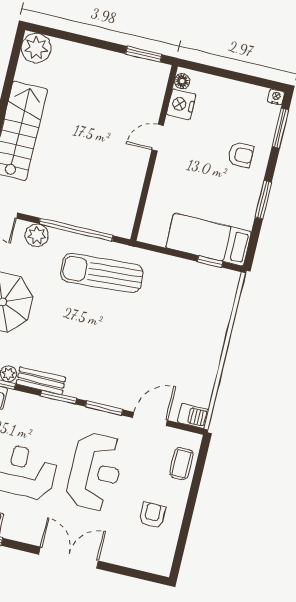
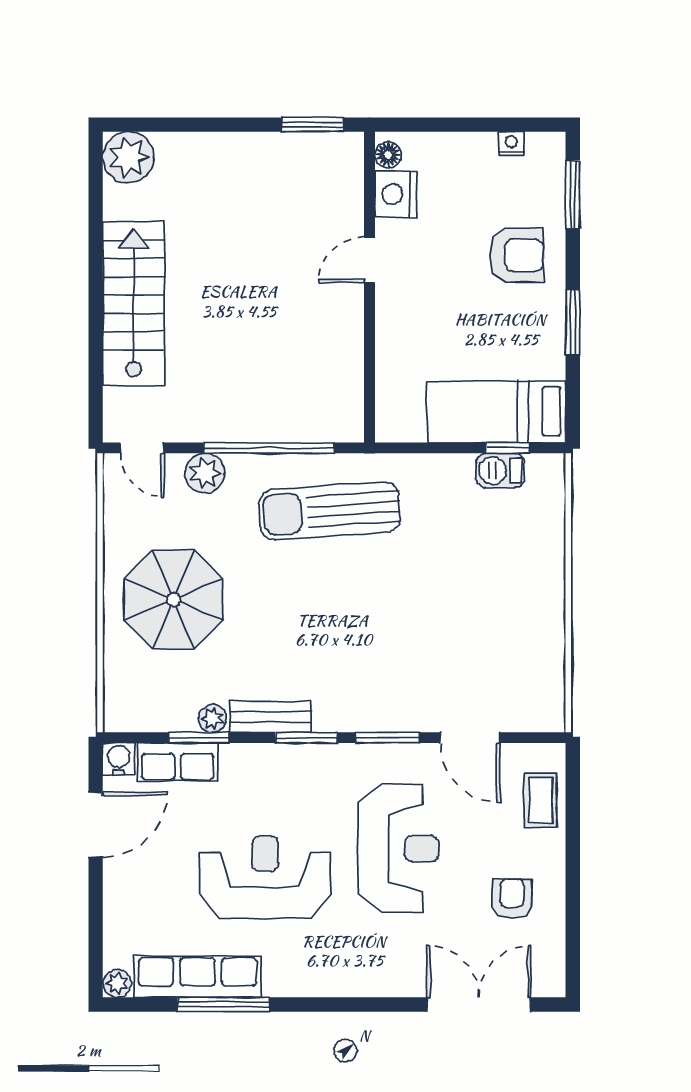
nightstand: (276, 97) -> (511, 144), moved
armchair: (241, 155) -> (516, 255), width x1.38, depth x1.38
barbecue: (193, 416) -> (500, 470), moved, turned 180
door: (150, 419) -> (470, 738), swing flipped
double door: (69, 558) -> (479, 1004), moved

